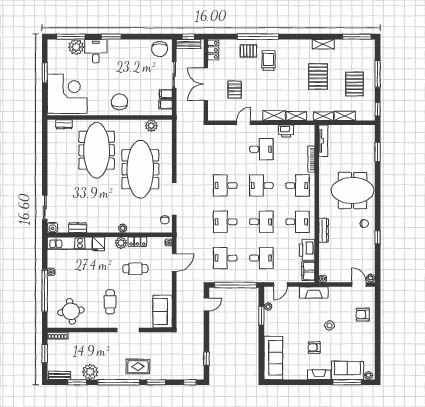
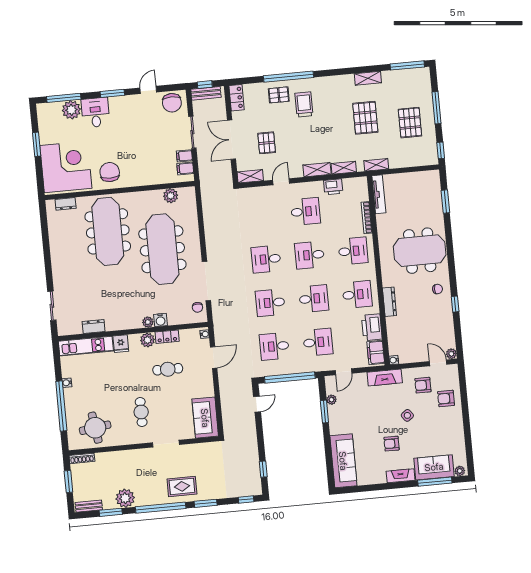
door: (141, 37) -> (148, 90), added
chair: (119, 102) -> (110, 172), moved
shelving: (345, 116) -> (250, 176), moved
water cooler: (53, 228) -> (160, 320), moved
armchair: (345, 302) -> (423, 385), added

